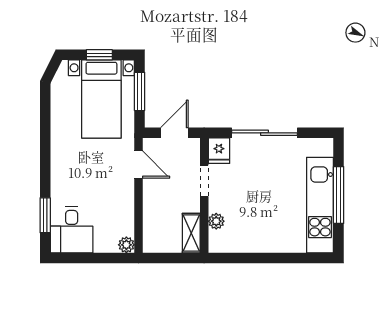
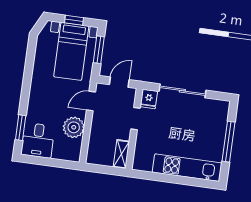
door: (139, 165) -> (91, 101), swing flipped
kitchen unit: (320, 205) -> (187, 168), moved, turned 90
plant: (216, 221) -> (140, 148), removed
plant: (126, 245) -> (74, 127), moved, width x1.87, depth x1.87

